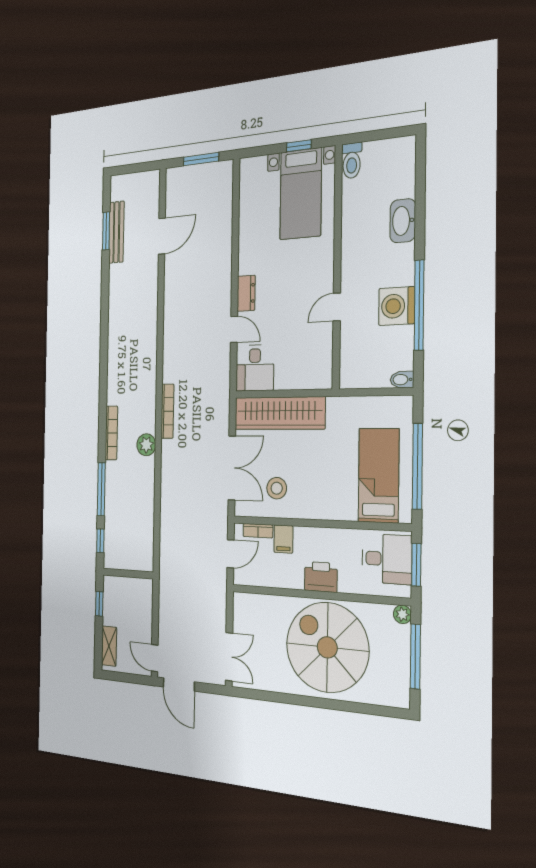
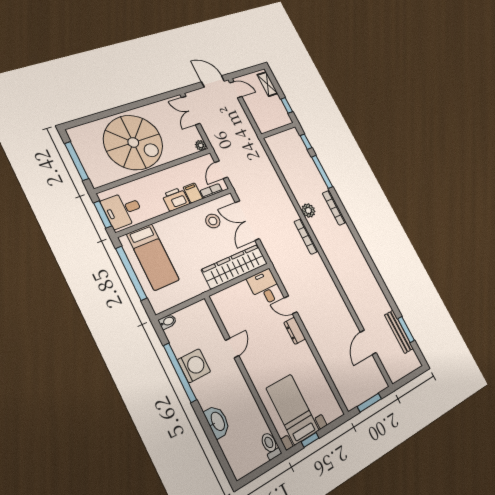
printer: (321, 577) -> (176, 199), moved, turned 180
plant: (402, 614) -> (201, 145), moved

